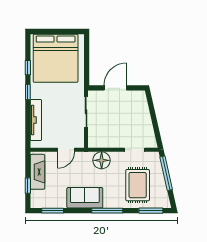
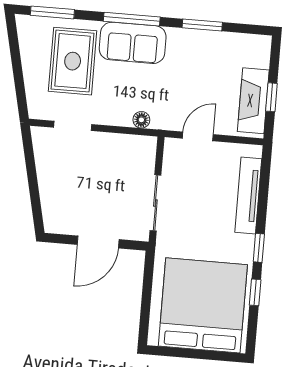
floor lamp: (102, 160) -> (141, 120), width x0.53, depth x0.53
window: (166, 173) -> (19, 78), removed
window: (28, 186) -> (271, 97), moved
sofa: (85, 198) -> (133, 43), moved
window: (53, 211) -> (202, 25), moved

